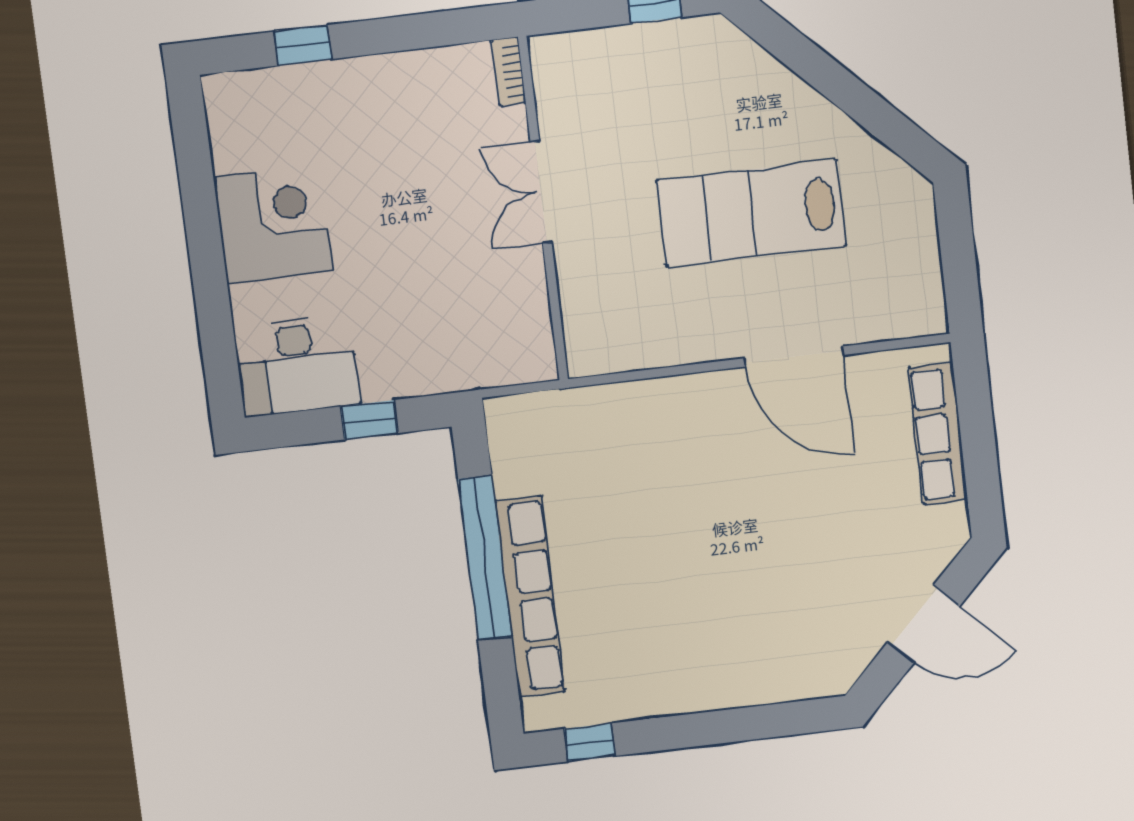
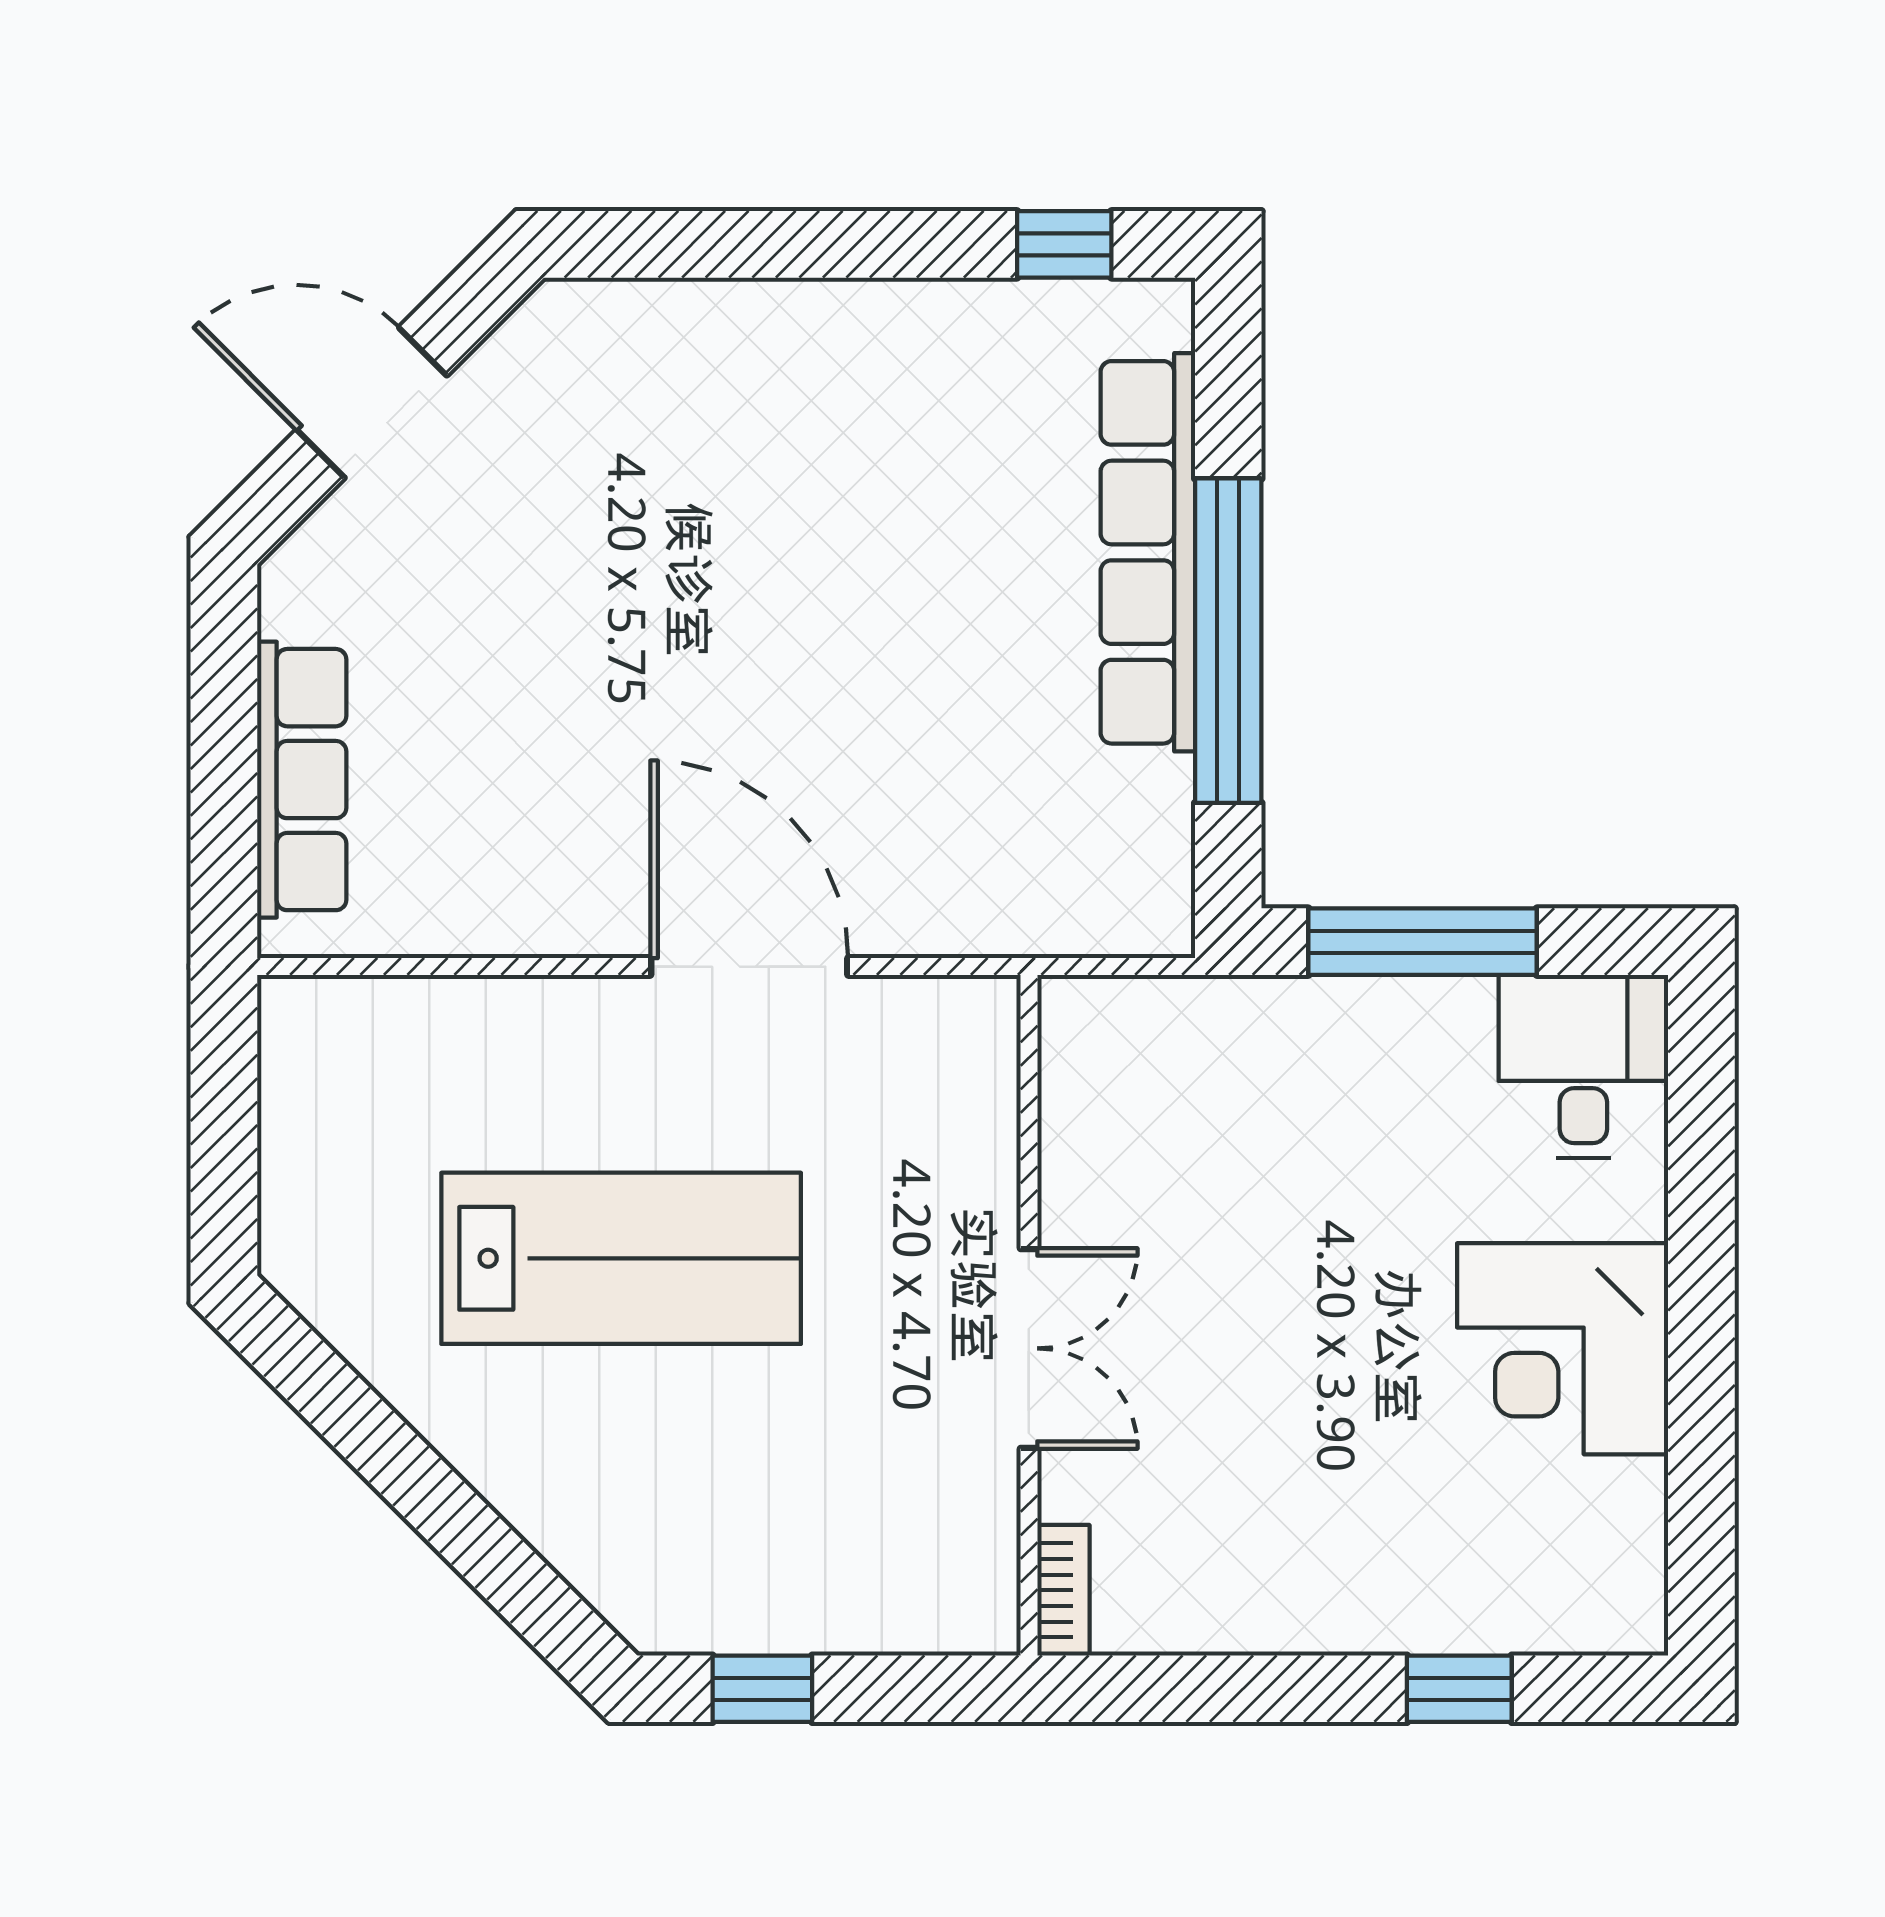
door: (794, 357) -> (749, 967), moved
desk: (297, 365) -> (1583, 1066), width x0.73
window: (369, 420) -> (1423, 942), width x2.17

